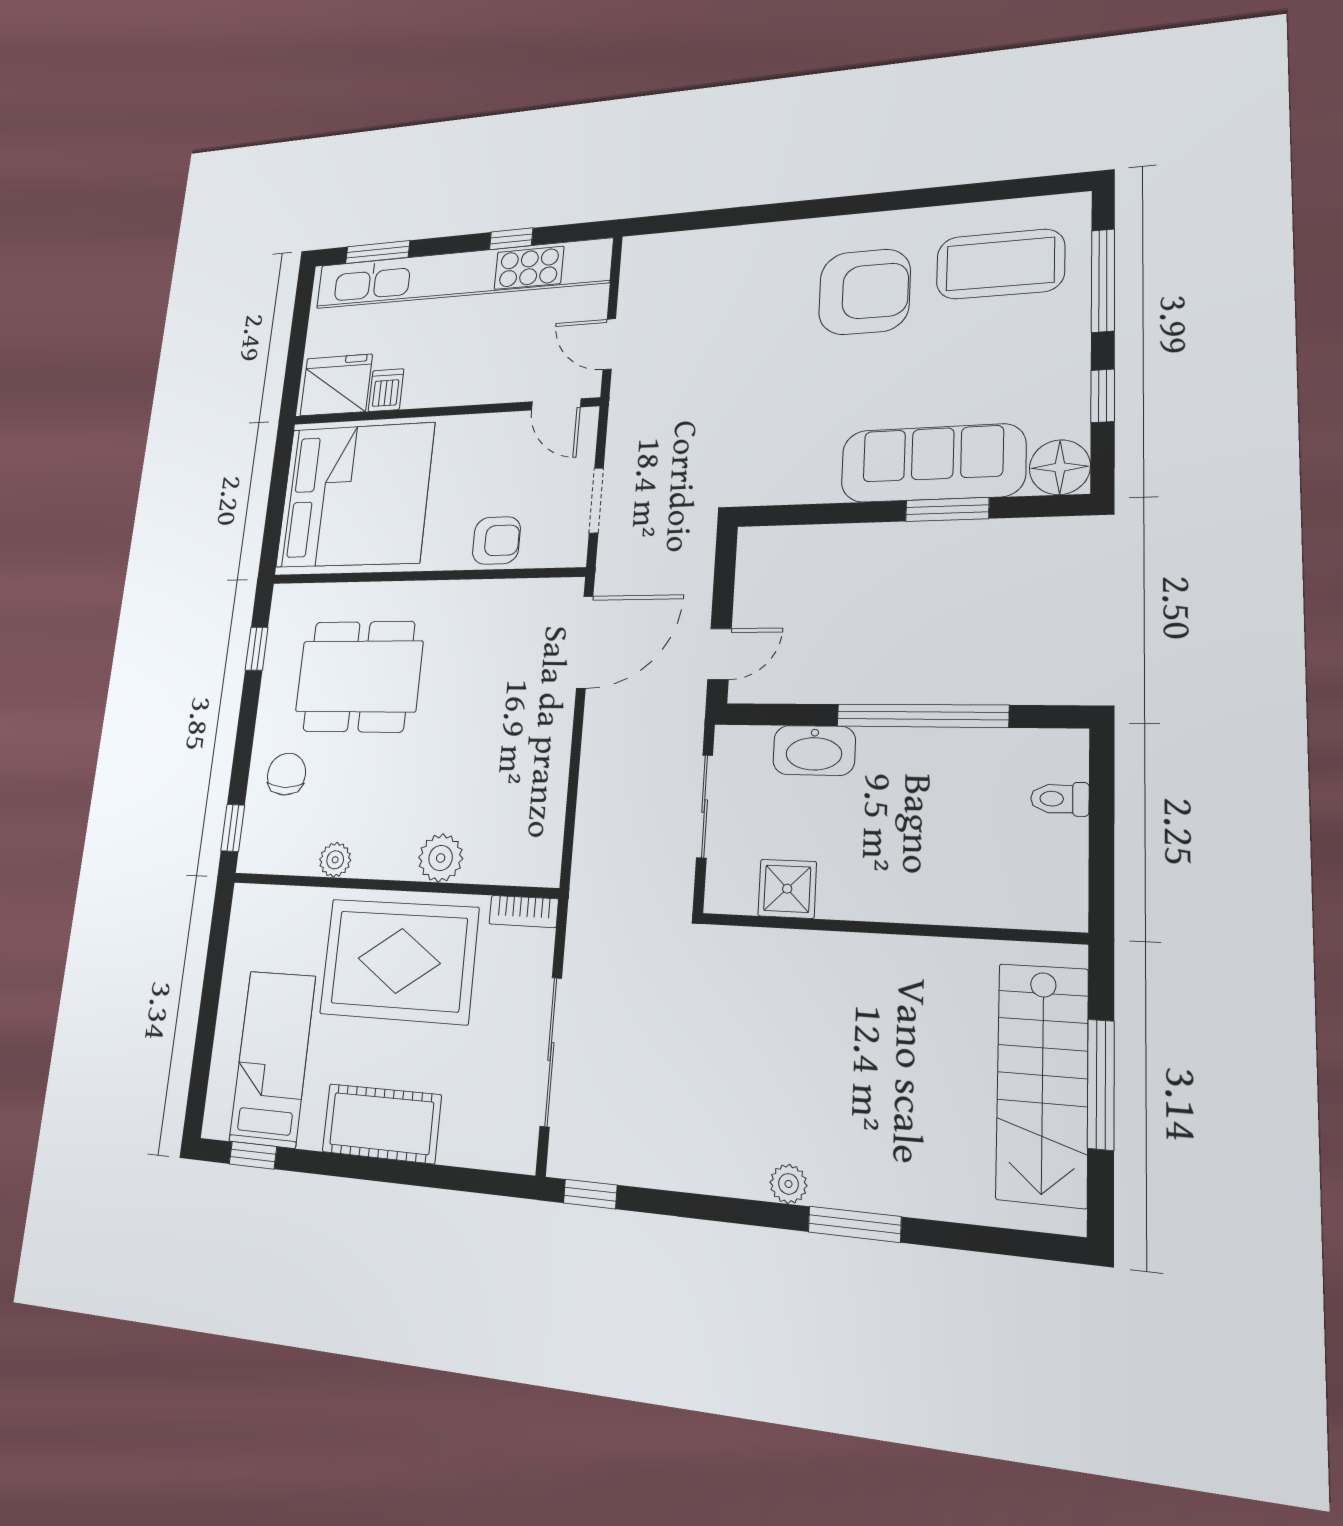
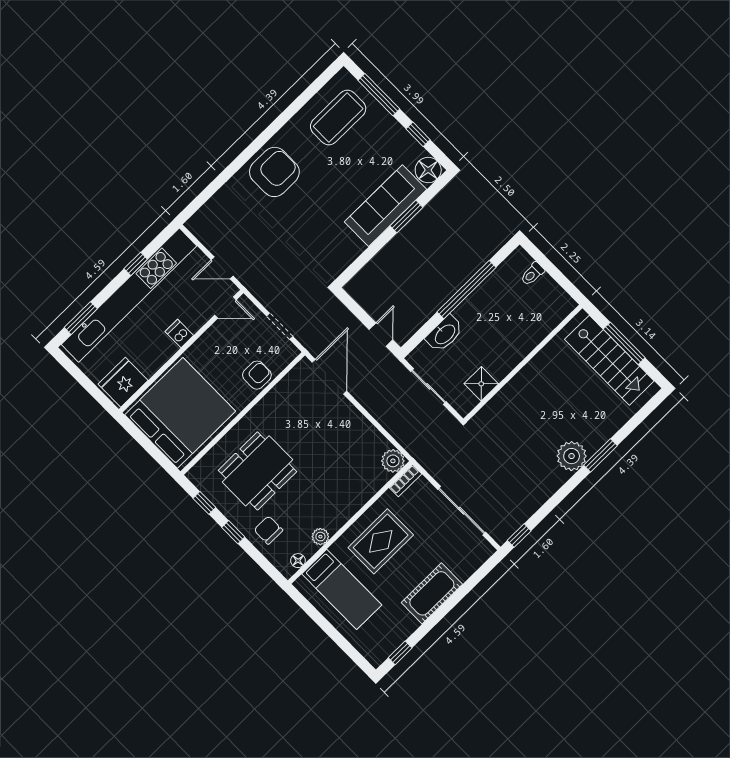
armchair: (864, 292) -> (274, 172), moved
dishwasher: (386, 390) -> (179, 334), moved
window: (233, 828) -> (233, 532), moved
plant: (441, 858) -> (393, 461), moved
floor lamp: (275, 860) -> (298, 561), added
rug: (399, 961) -> (381, 541), width x0.73, depth x0.69
bed: (273, 1058) -> (342, 589), moved, turned 180
plant: (788, 1184) -> (572, 456), width x1.87, depth x1.87

